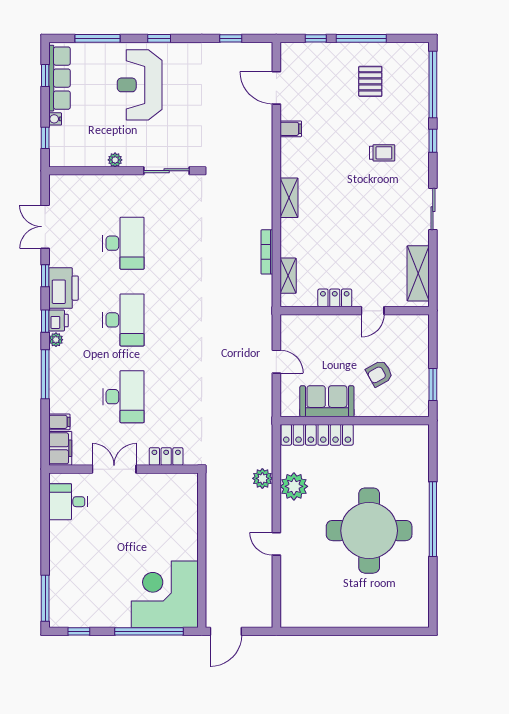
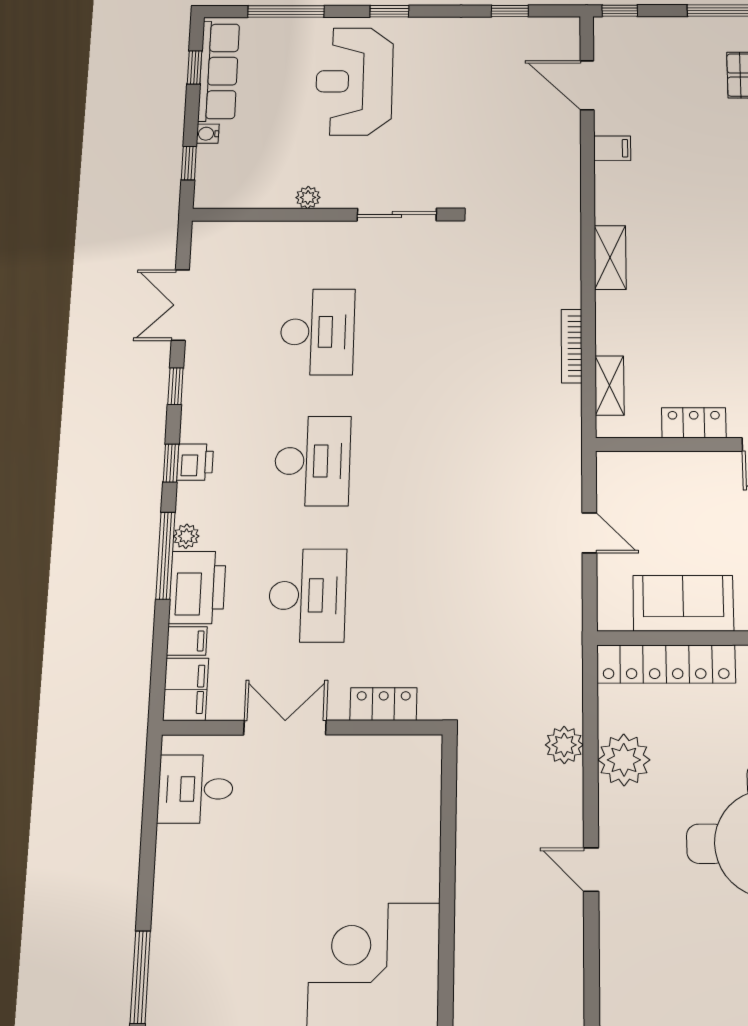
window: (316, 38) -> (620, 11), moved
printer: (63, 288) -> (197, 587), moved
plant: (56, 340) -> (186, 536), moved

